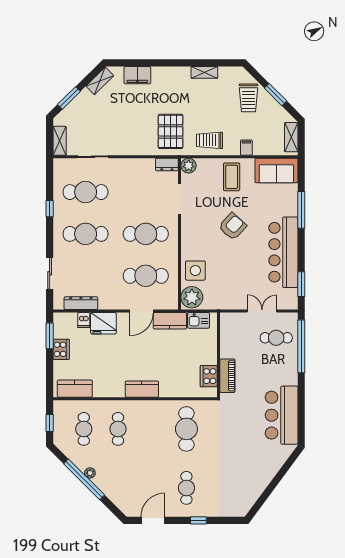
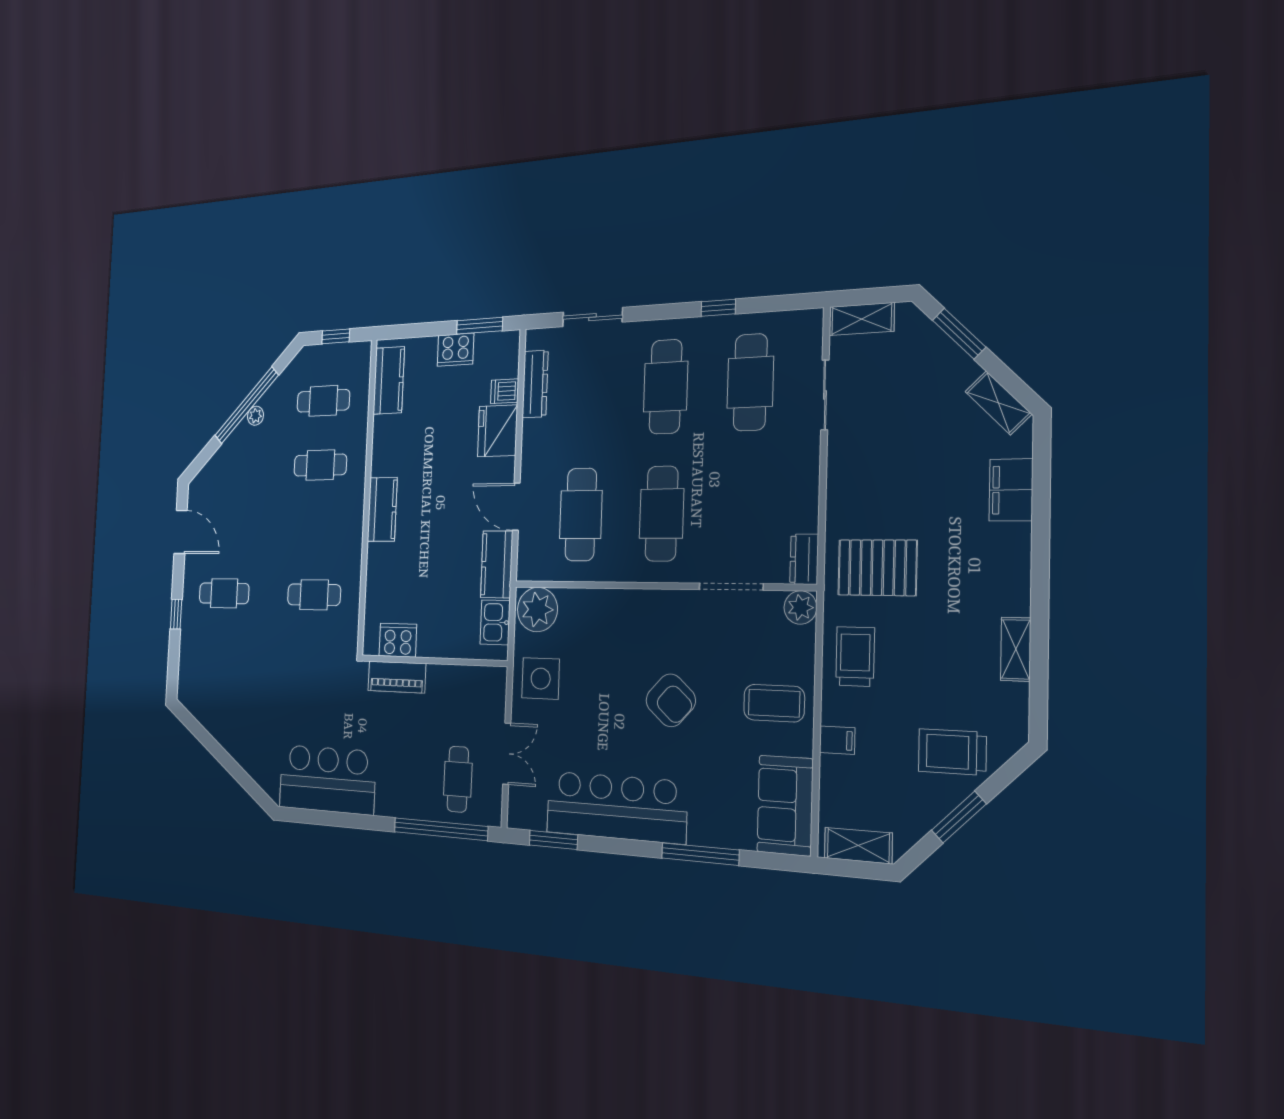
side table: (195, 271) -> (541, 679), moved
cafe table: (186, 429) -> (314, 595), width x0.73, depth x0.74

